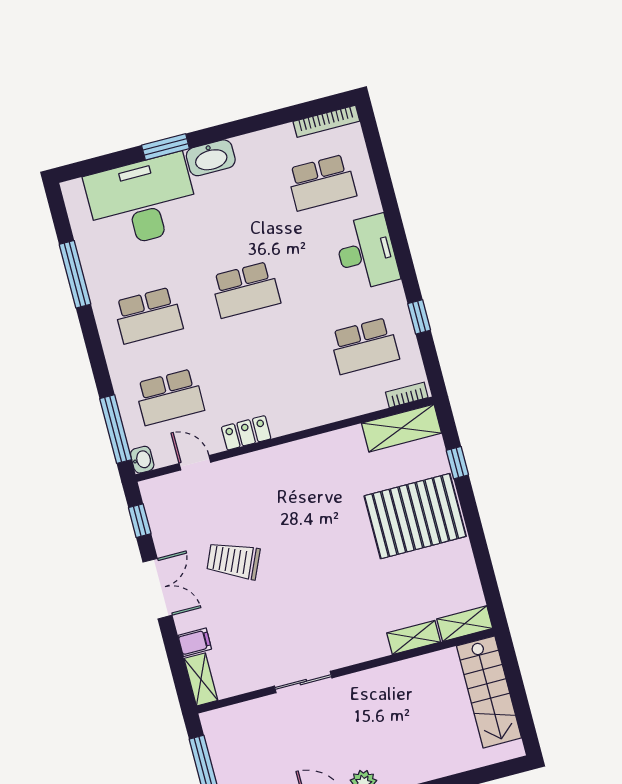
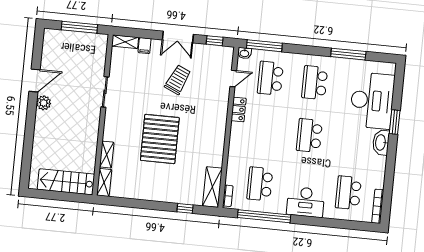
window: (419, 317) -> (264, 216), width x3.17
pallet: (415, 516) -> (160, 139), moved

